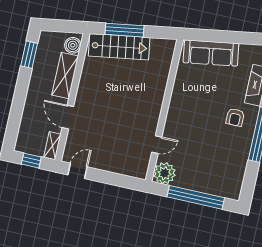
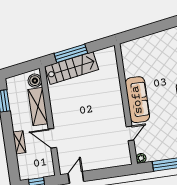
sofa: (211, 53) -> (137, 100), moved, turned -81
shelving: (52, 146) -> (19, 142), moved
plant: (165, 173) -> (141, 158), width x0.53, depth x0.53

